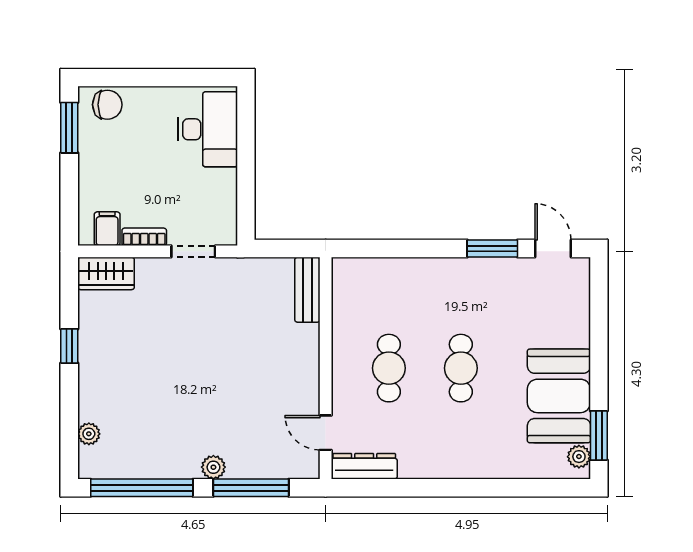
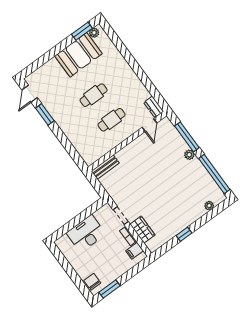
desk: (208, 129) -> (86, 234), moved
wardrobe: (106, 273) -> (142, 230), moved
dresser: (364, 466) -> (154, 107), width x0.70

